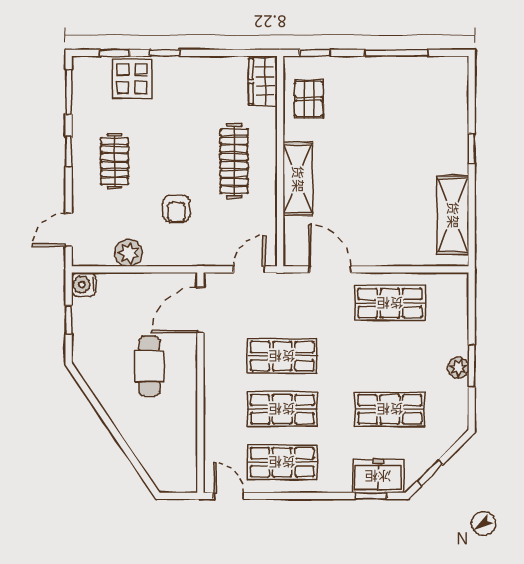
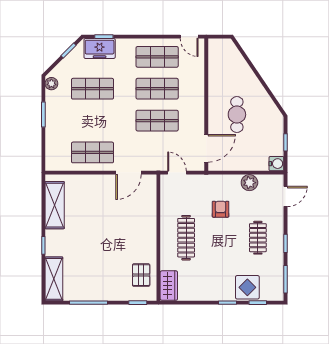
shelving: (298, 179) -> (54, 279), moved
door: (249, 269) -> (177, 173), swing flipped
door: (330, 269) -> (128, 173), hinge flipped
plant: (458, 368) -> (51, 84), moved

